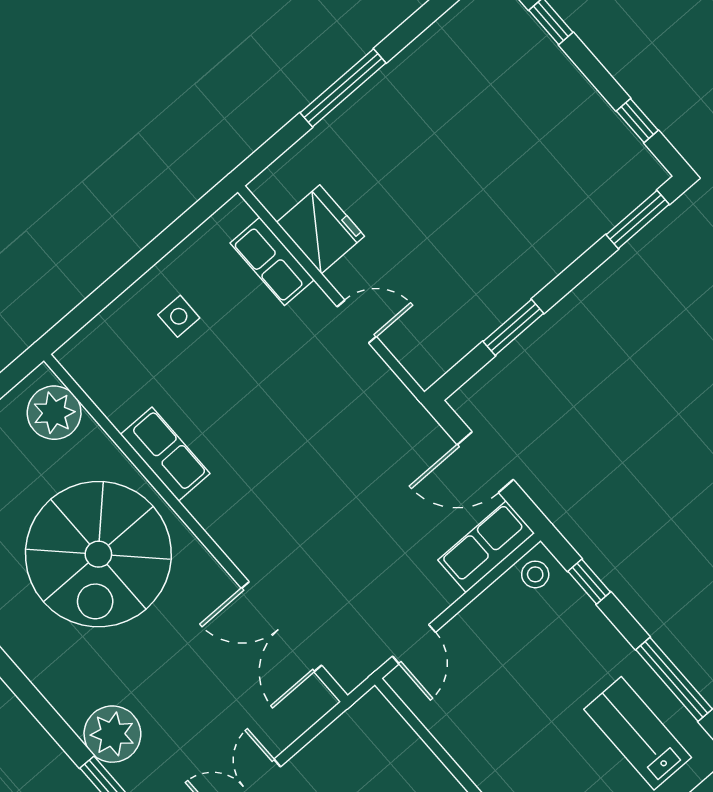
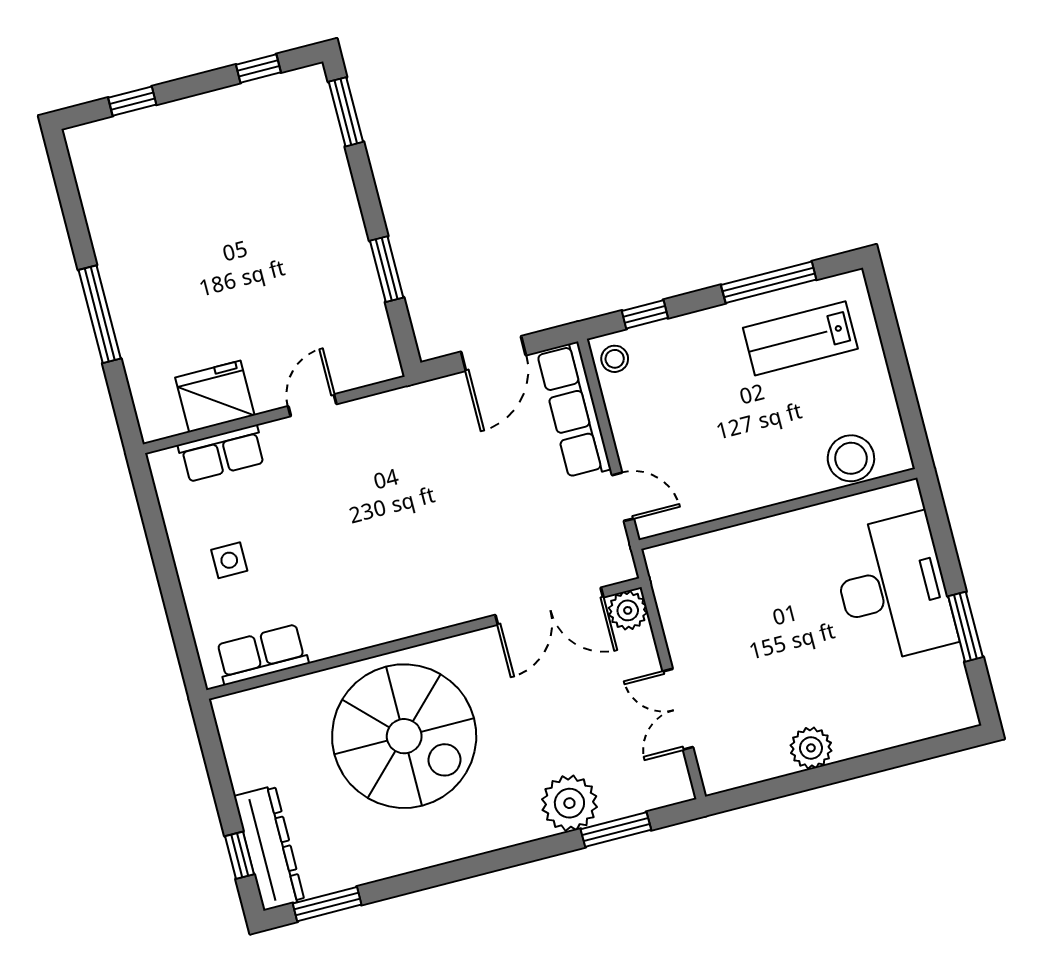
plant: (54, 413) -> (628, 610), moved, width x0.73, depth x0.73
row of seats: (165, 454) -> (262, 654), moved
row of seats: (486, 547) -> (574, 411), width x1.48

